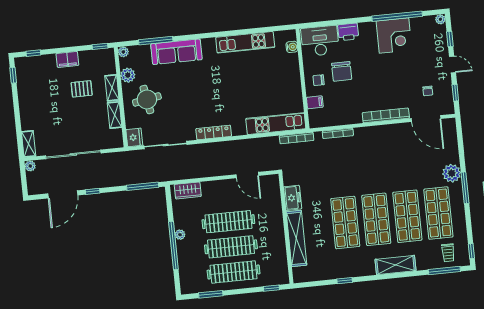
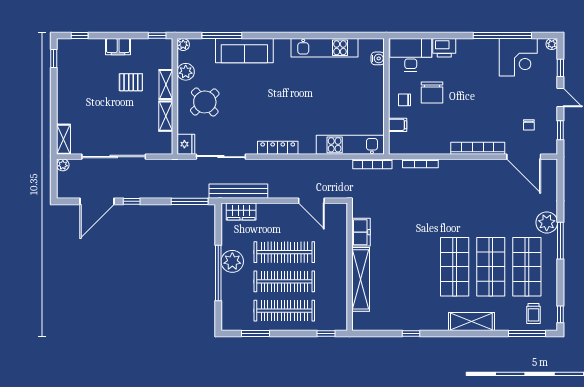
corner desk: (394, 35) -> (518, 57), moved
round table: (147, 99) -> (205, 102), turned -32
bench: (184, 173) -> (238, 191), added
shop shelf: (345, 223) -> (419, 267), removed
plant: (180, 235) -> (232, 261), width x1.88, depth x1.88

